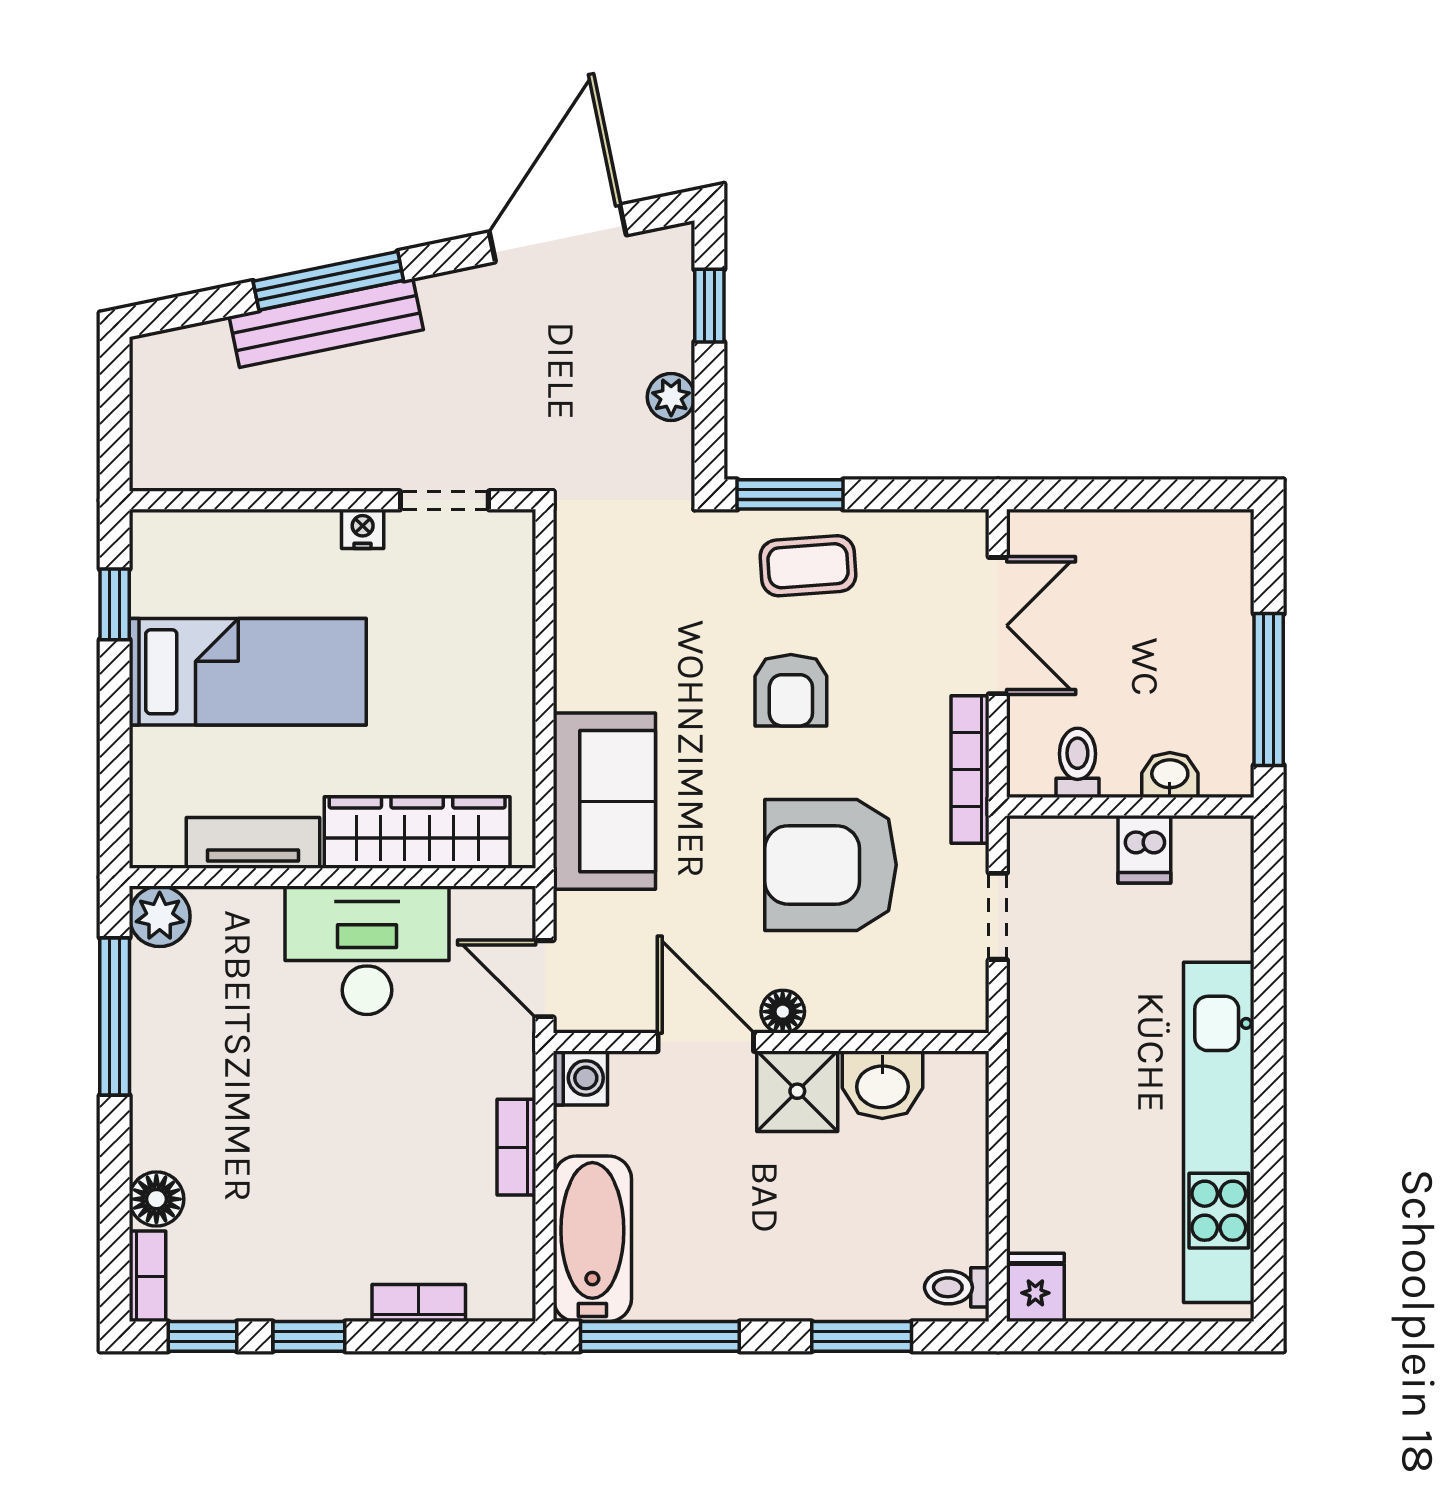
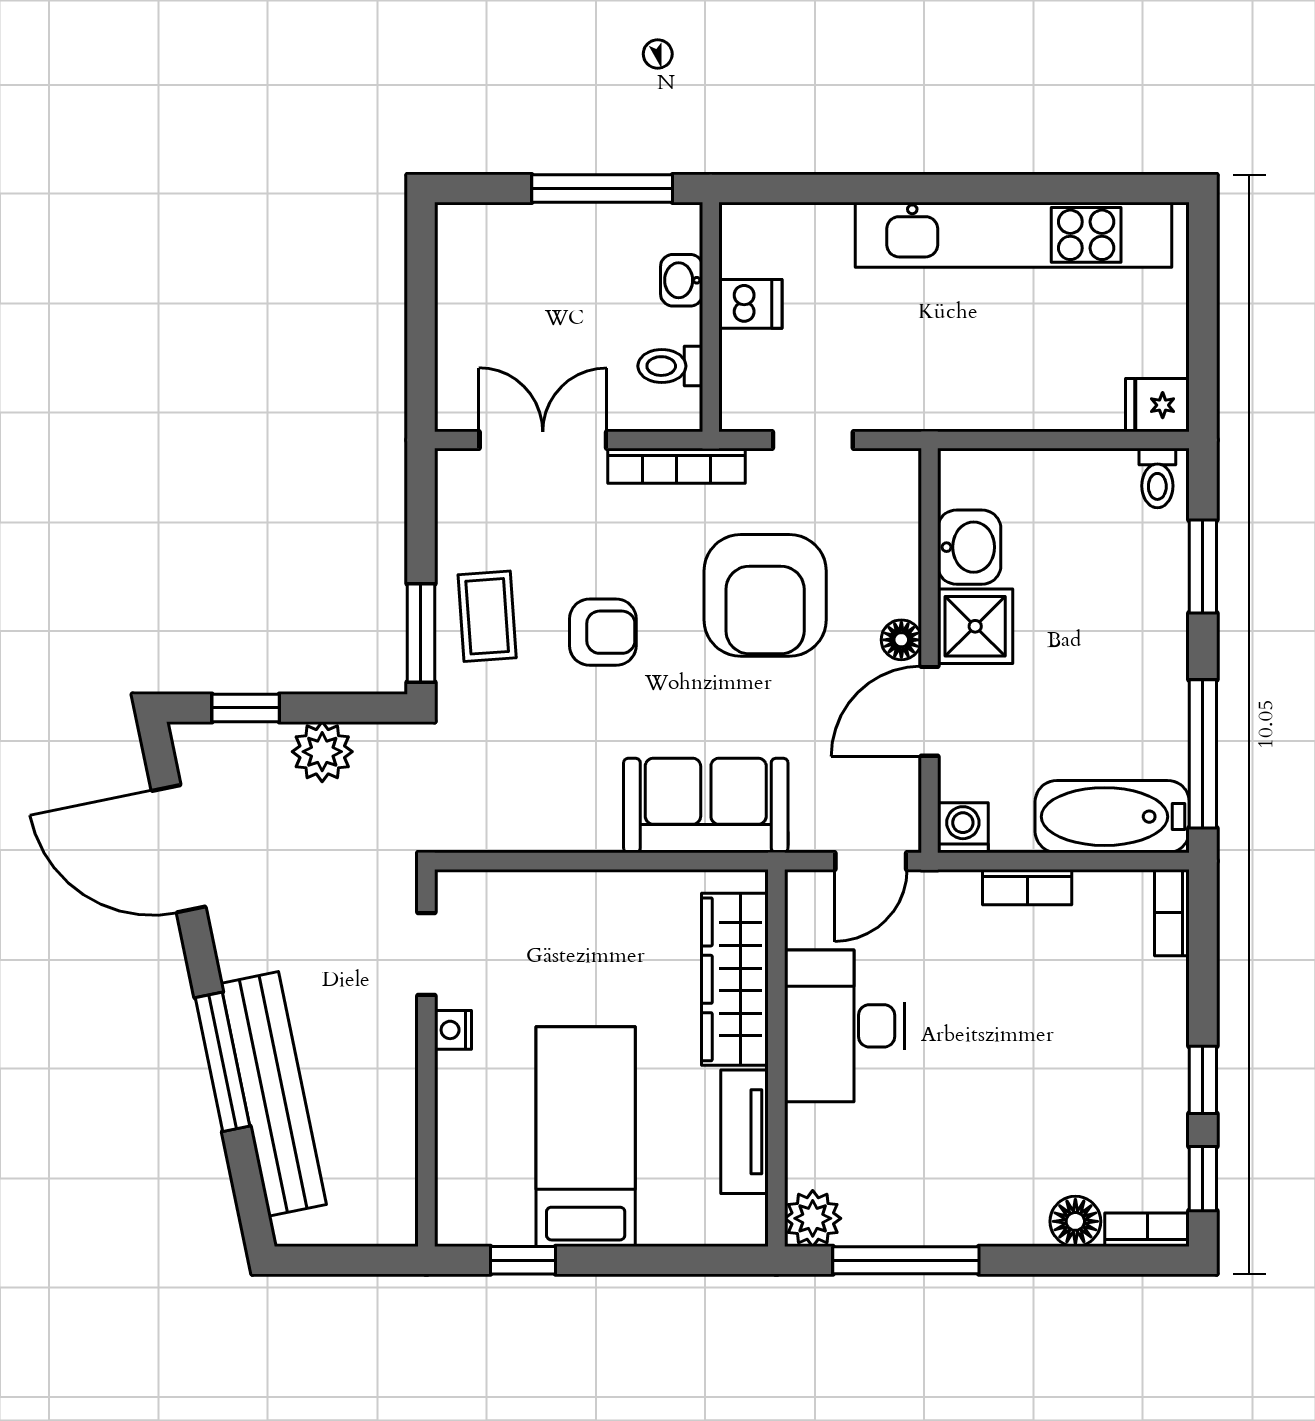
bench: (326, 323) -> (273, 1094), width x1.37, depth x1.21
plant: (671, 397) -> (322, 752), width x1.38, depth x1.38
bookcase: (419, 1303) -> (1172, 913), moved

